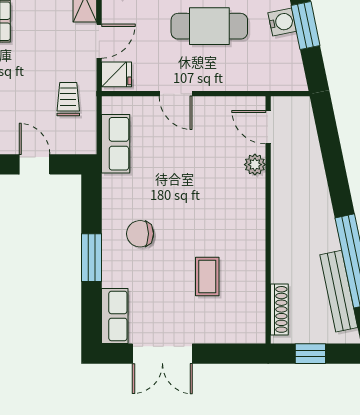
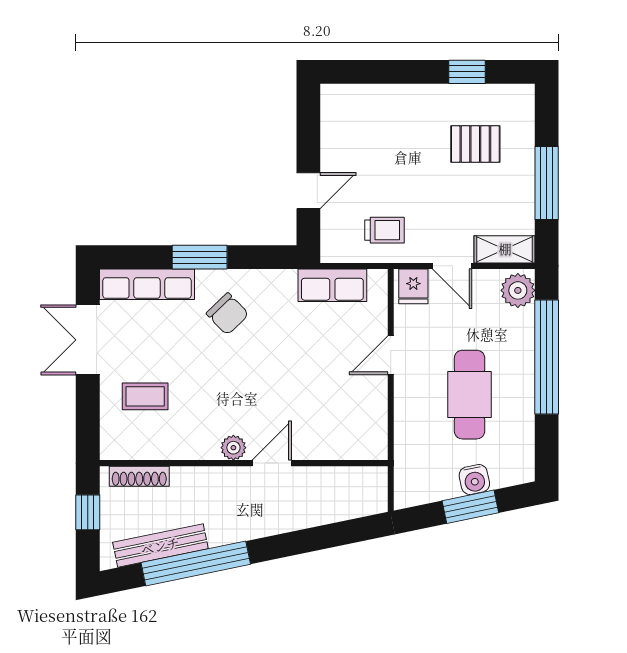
door: (268, 127) -> (272, 463), moved
plant: (255, 165) -> (233, 448), moved
chair: (140, 234) -> (227, 314), turned 136
coffee table: (207, 277) -> (145, 396), moved
row of seats: (115, 316) -> (147, 284), width x1.48

